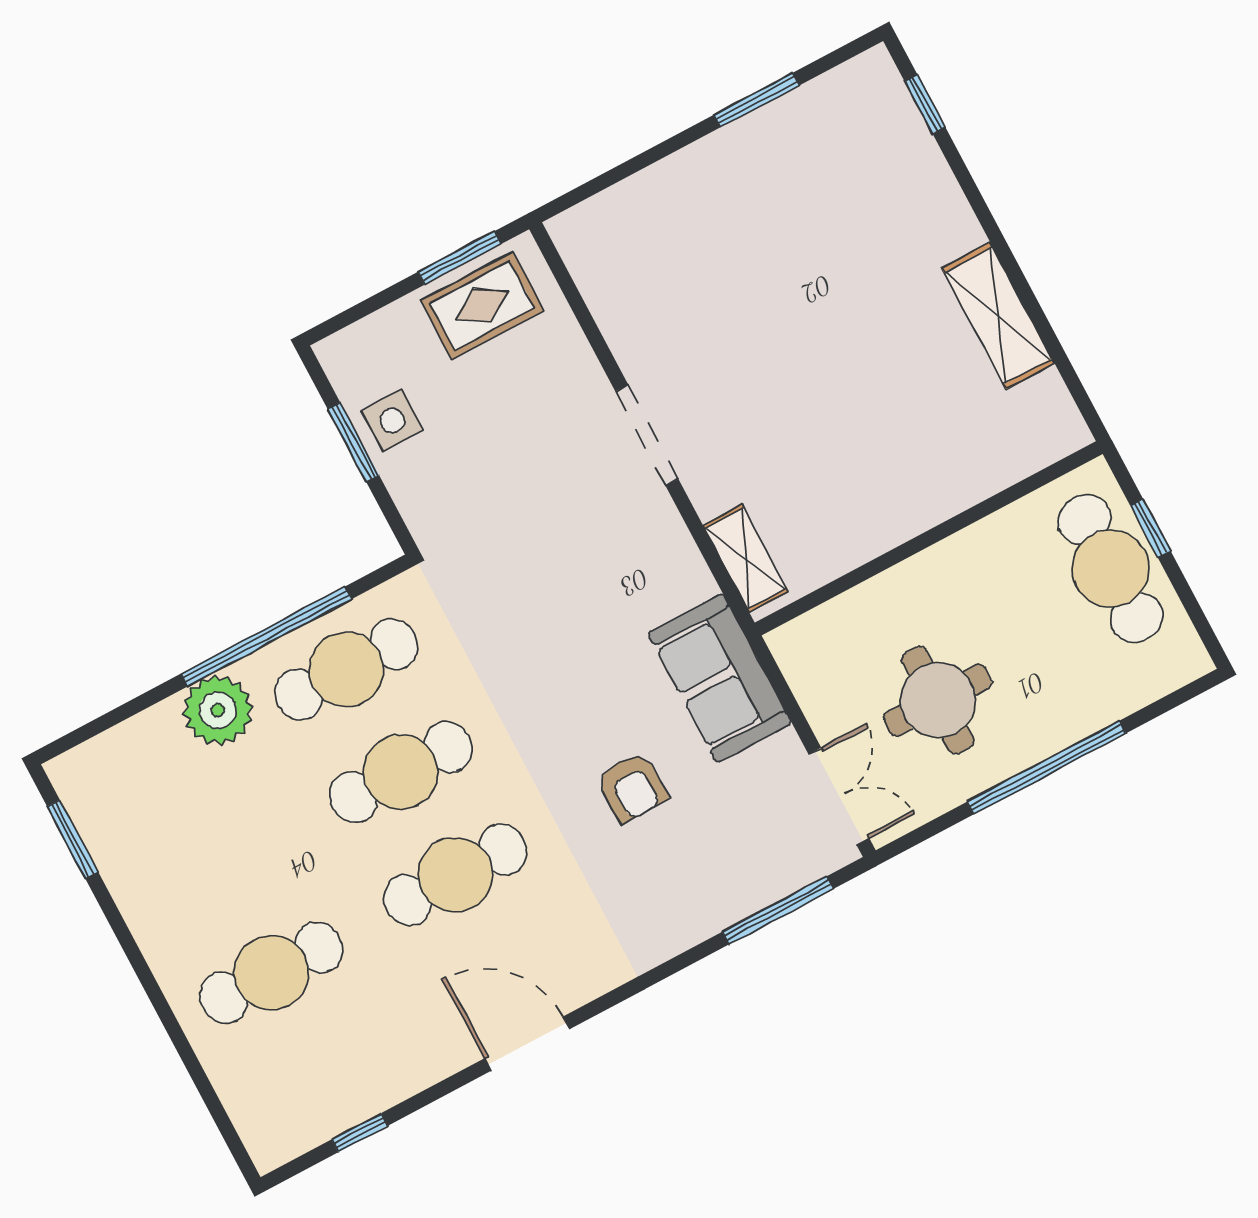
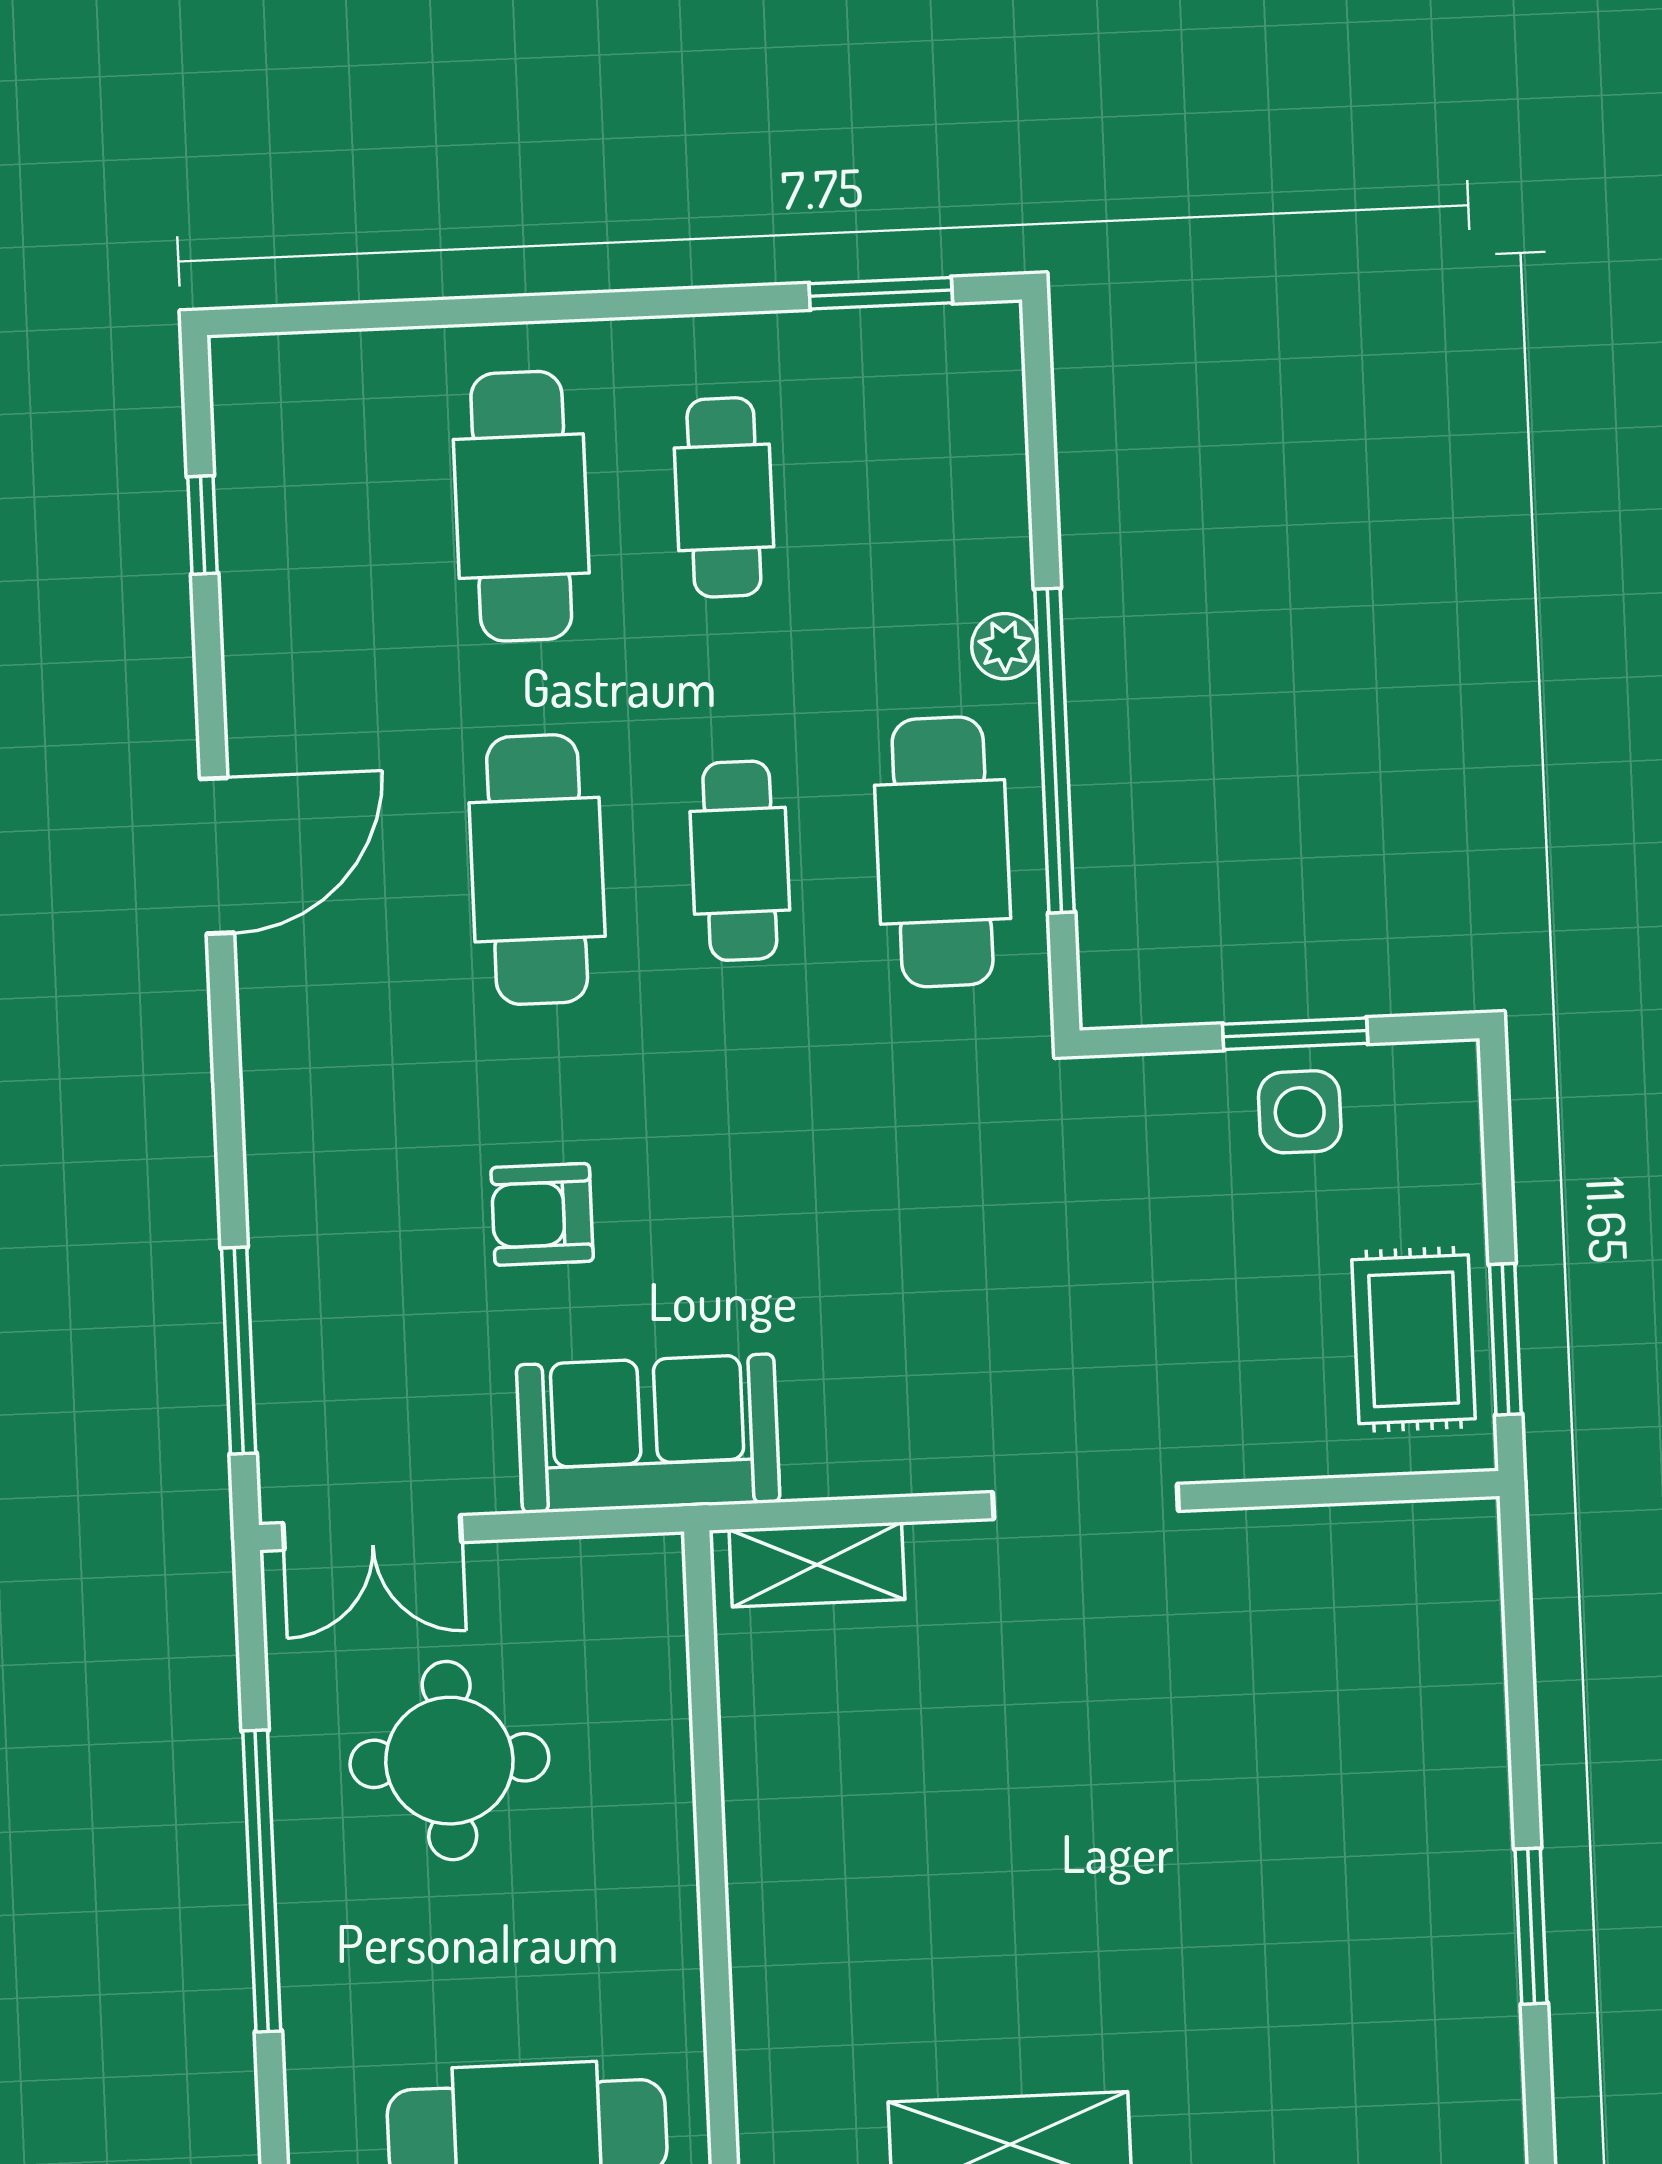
plant: (218, 710) -> (1005, 646), width x0.53, depth x0.53
cafe table: (401, 772) -> (740, 861), width x0.73, depth x0.74
cafe table: (217, 870) -> (724, 497), added

